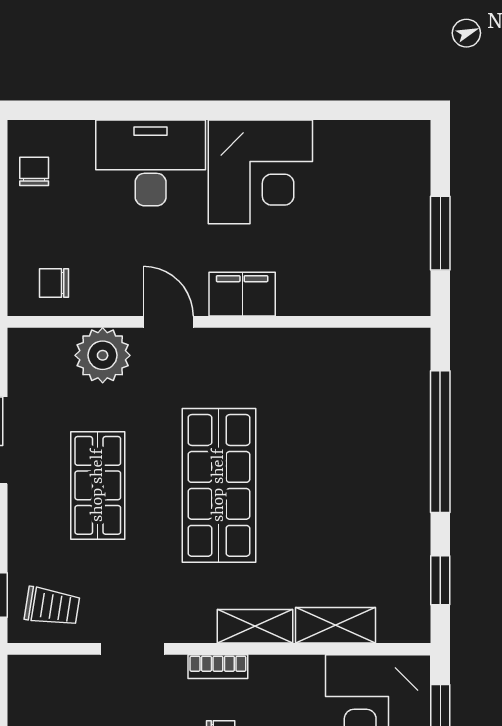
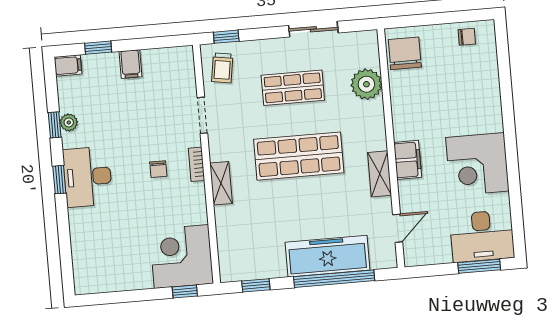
desk: (151, 163) -> (482, 236), moved, turned 90
window: (440, 233) -> (479, 266), moved
chair: (54, 283) -> (405, 53), width x1.87, depth x1.87
door: (168, 322) -> (398, 228), moved
freezer: (399, 450) -> (327, 256), added
shelving: (335, 625) -> (380, 174), moved

